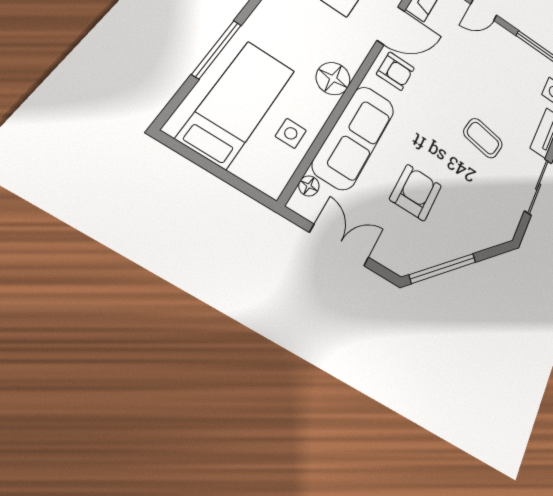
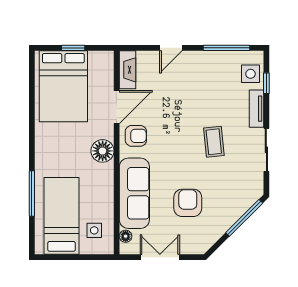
floor lamp: (333, 79) -> (103, 151), moved
side table: (291, 133) -> (94, 230), moved
coffee table: (483, 138) -> (214, 142), turned 74
window: (443, 268) -> (244, 218), moved

